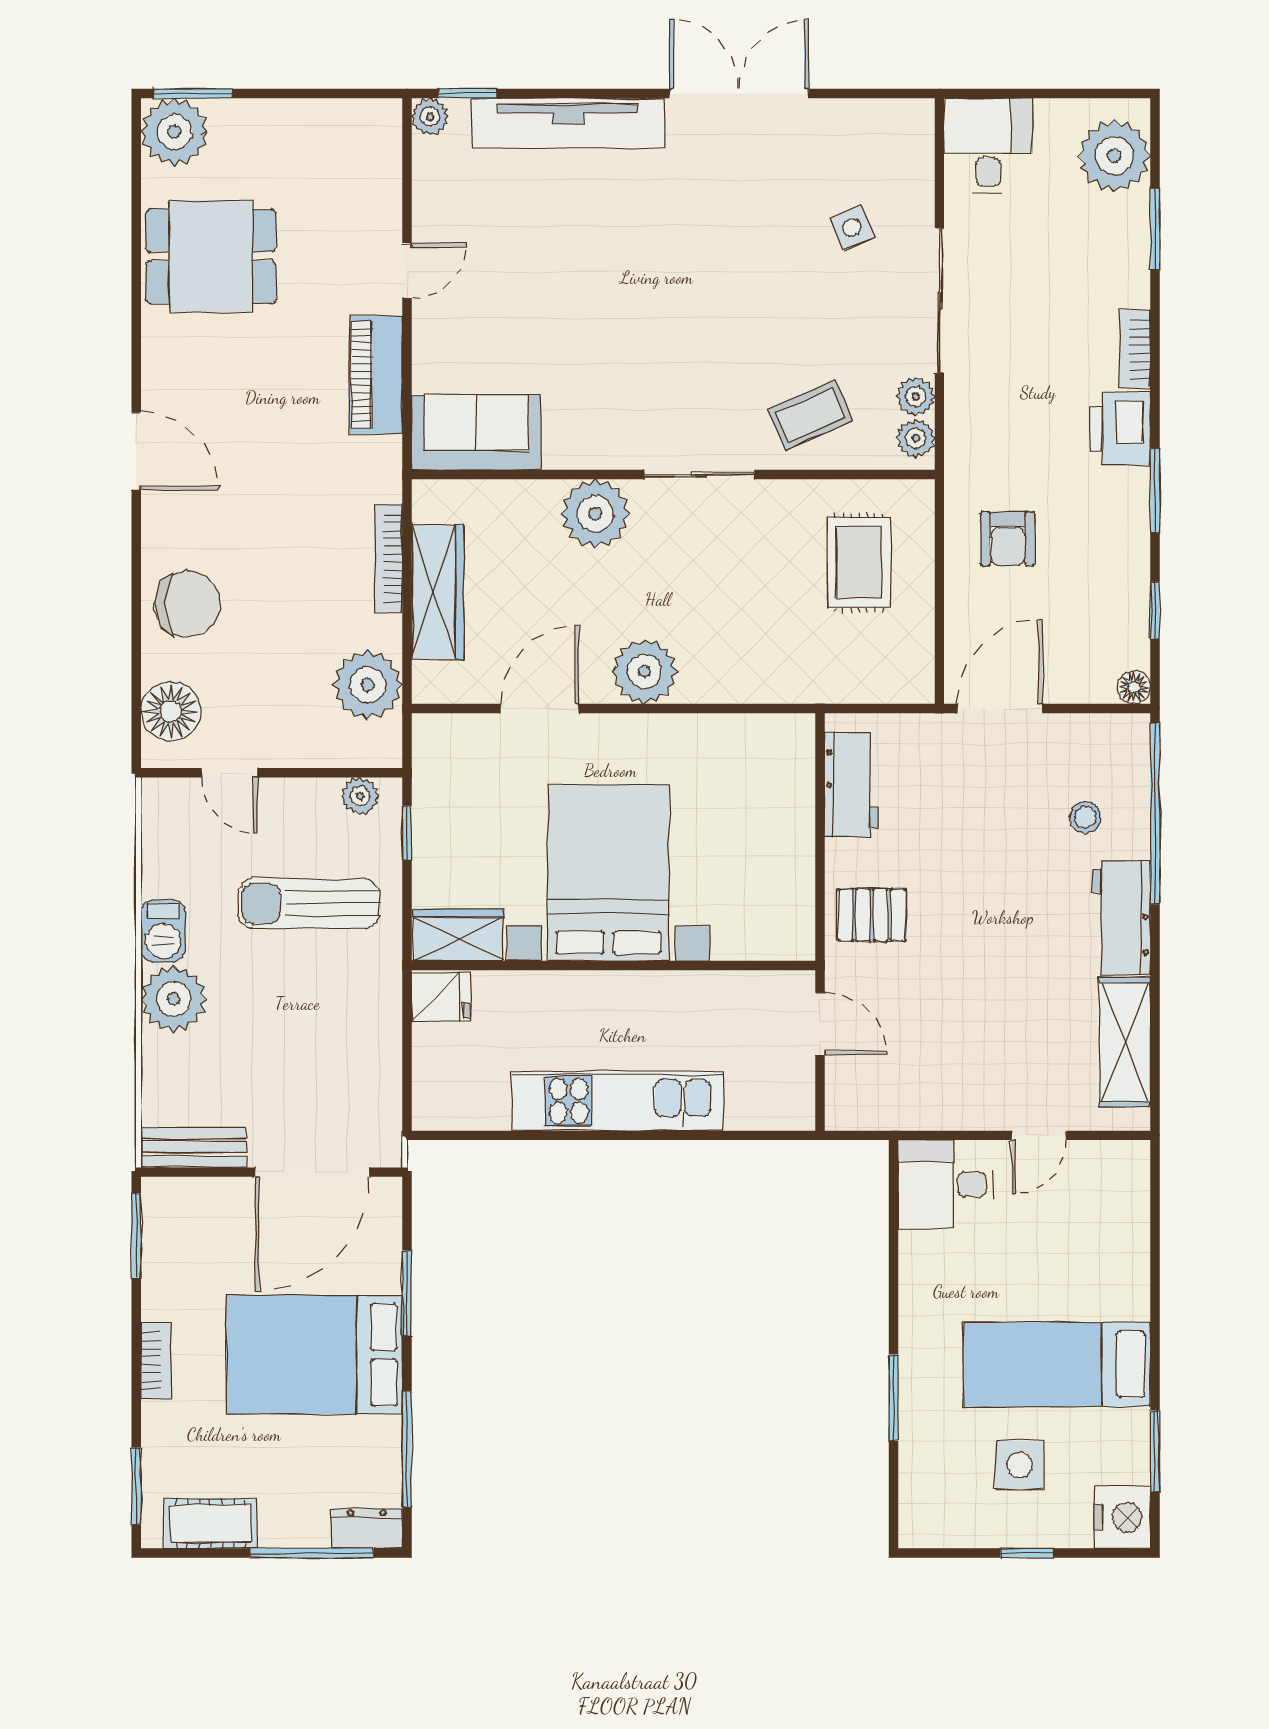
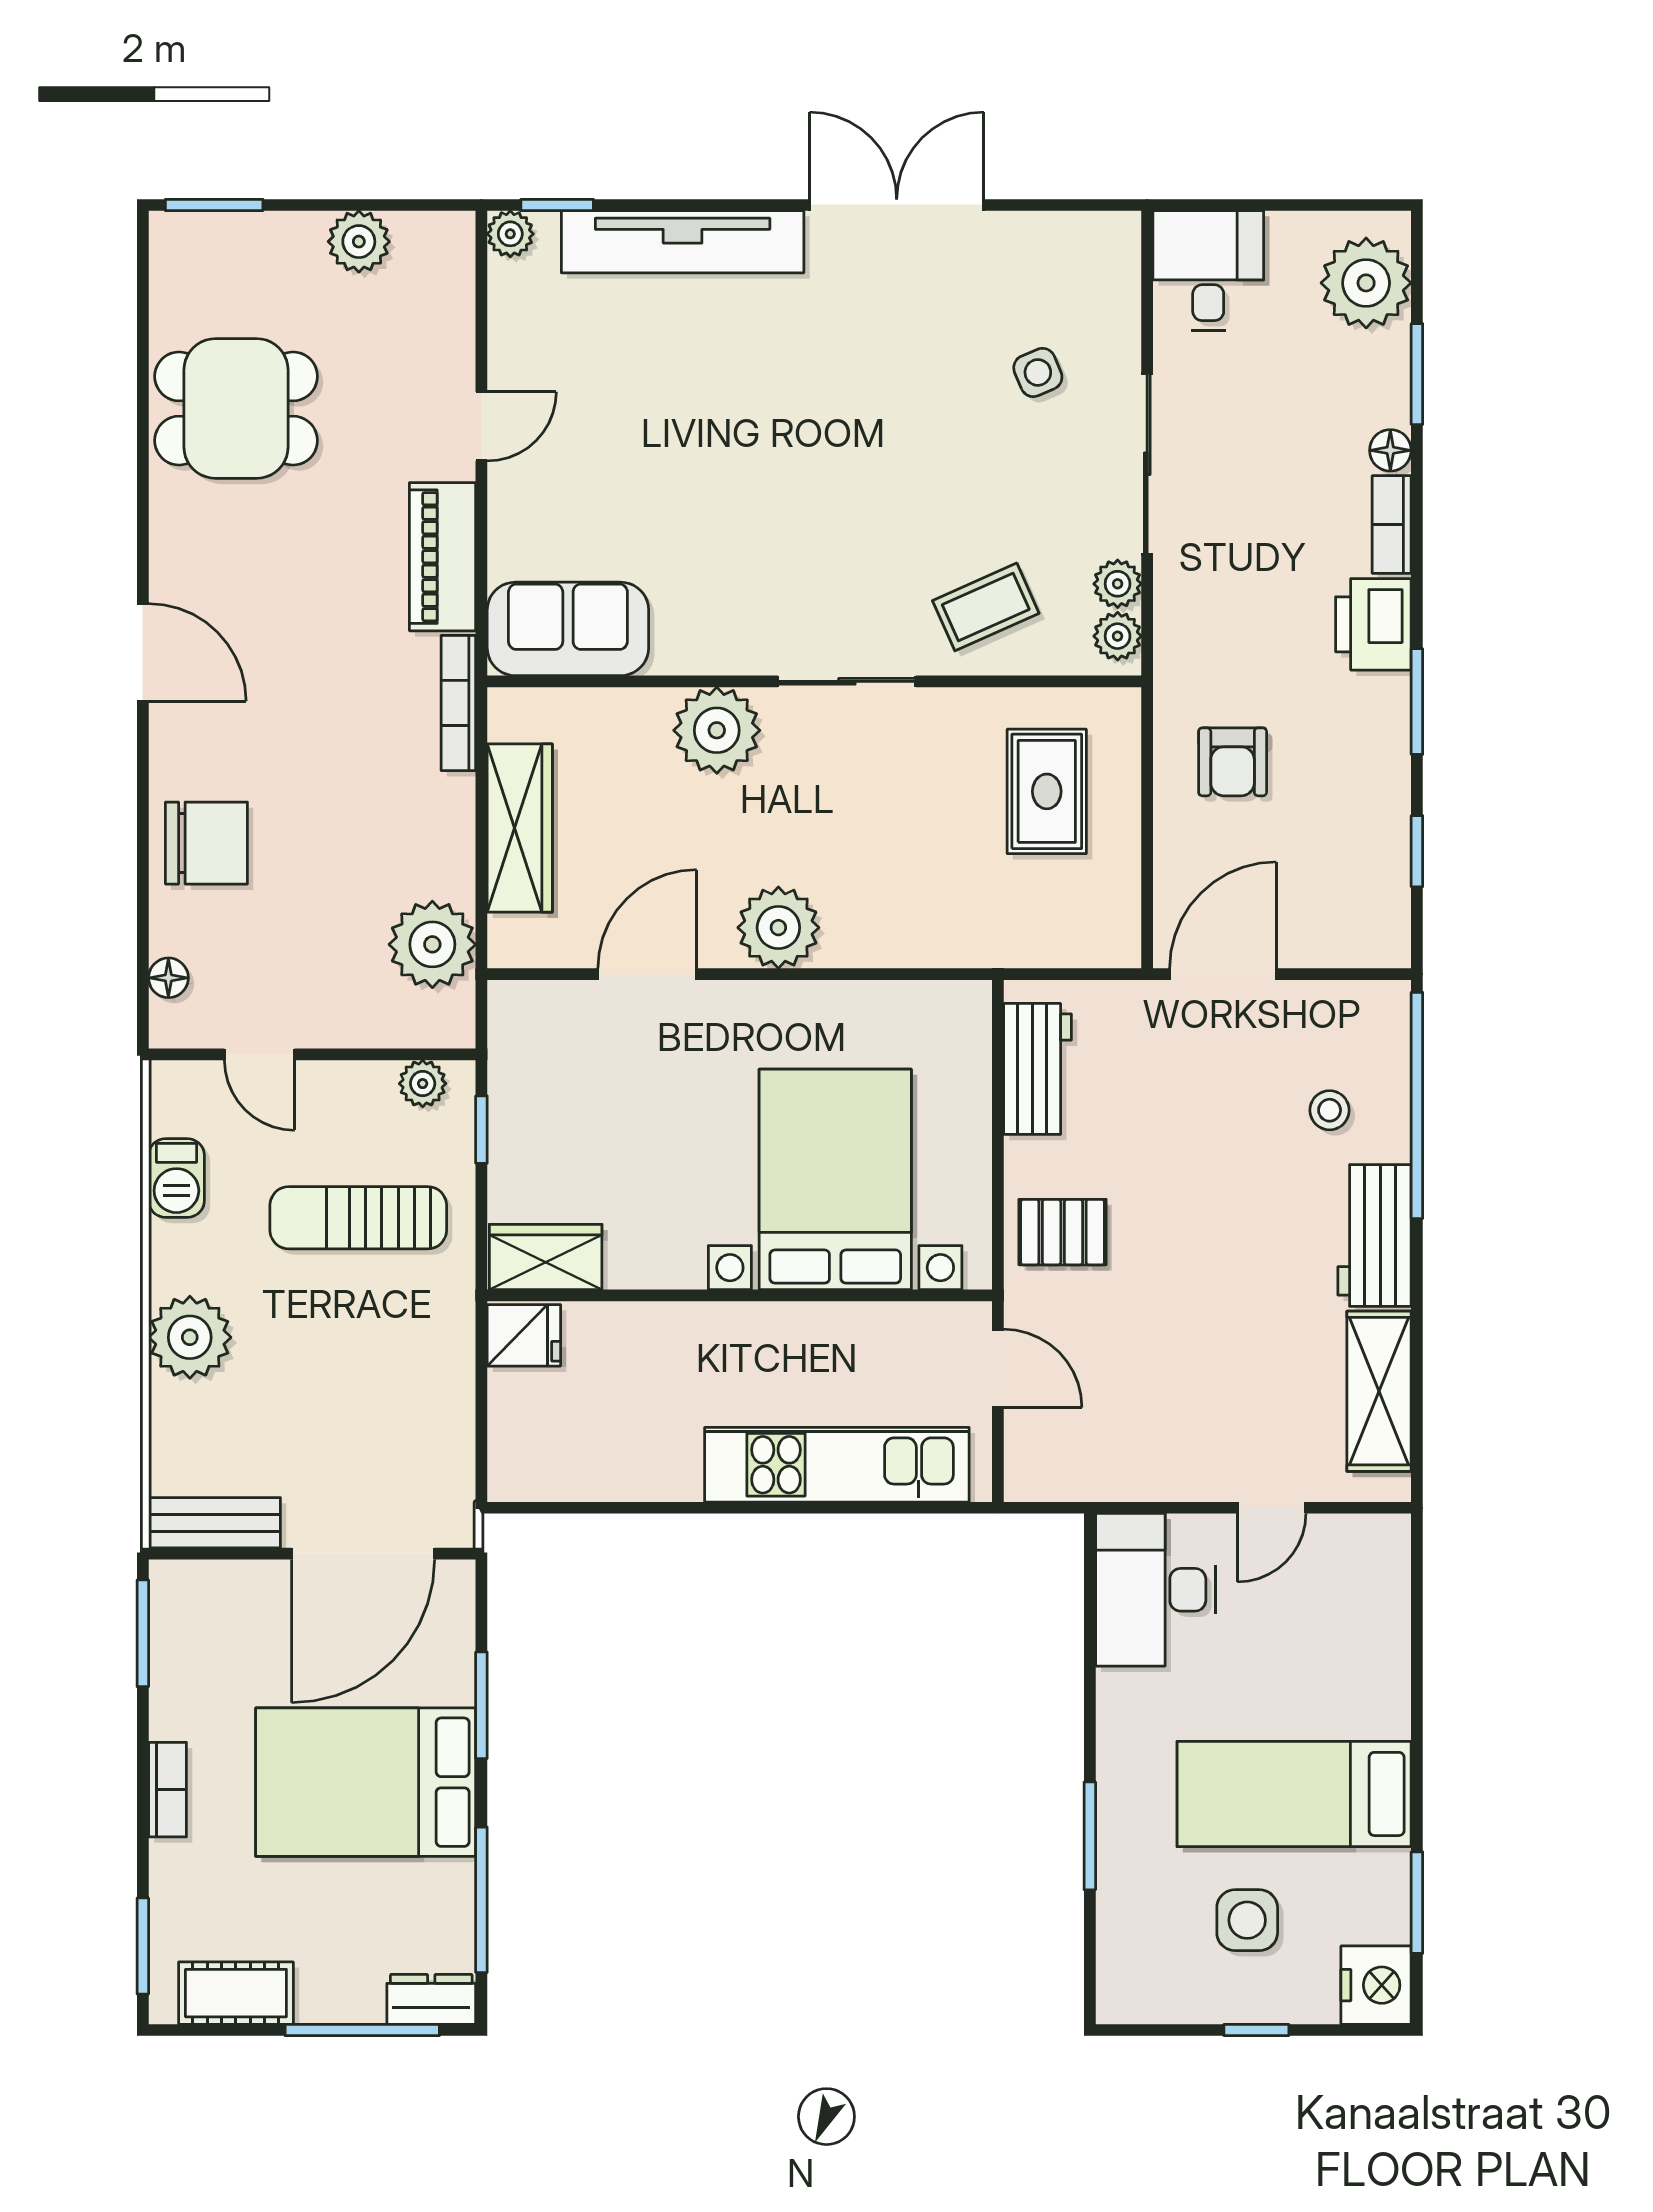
plant: (174, 132) -> (359, 242), moved, width x0.73, depth x0.73
bookcase: (389, 558) -> (458, 703), moved
floor lamp: (1134, 687) -> (1390, 450), moved
floor lamp: (171, 712) -> (168, 978), width x0.53, depth x0.53
bed with nightstands: (608, 873) -> (835, 1179), moved
barbecue: (163, 931) -> (176, 1178), moved
kitchen unit: (617, 1101) -> (837, 1465), moved
desk: (946, 1184) -> (1155, 1590), width x1.37

